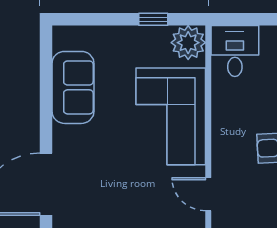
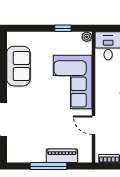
plant: (188, 43) -> (87, 37), width x0.53, depth x0.53

